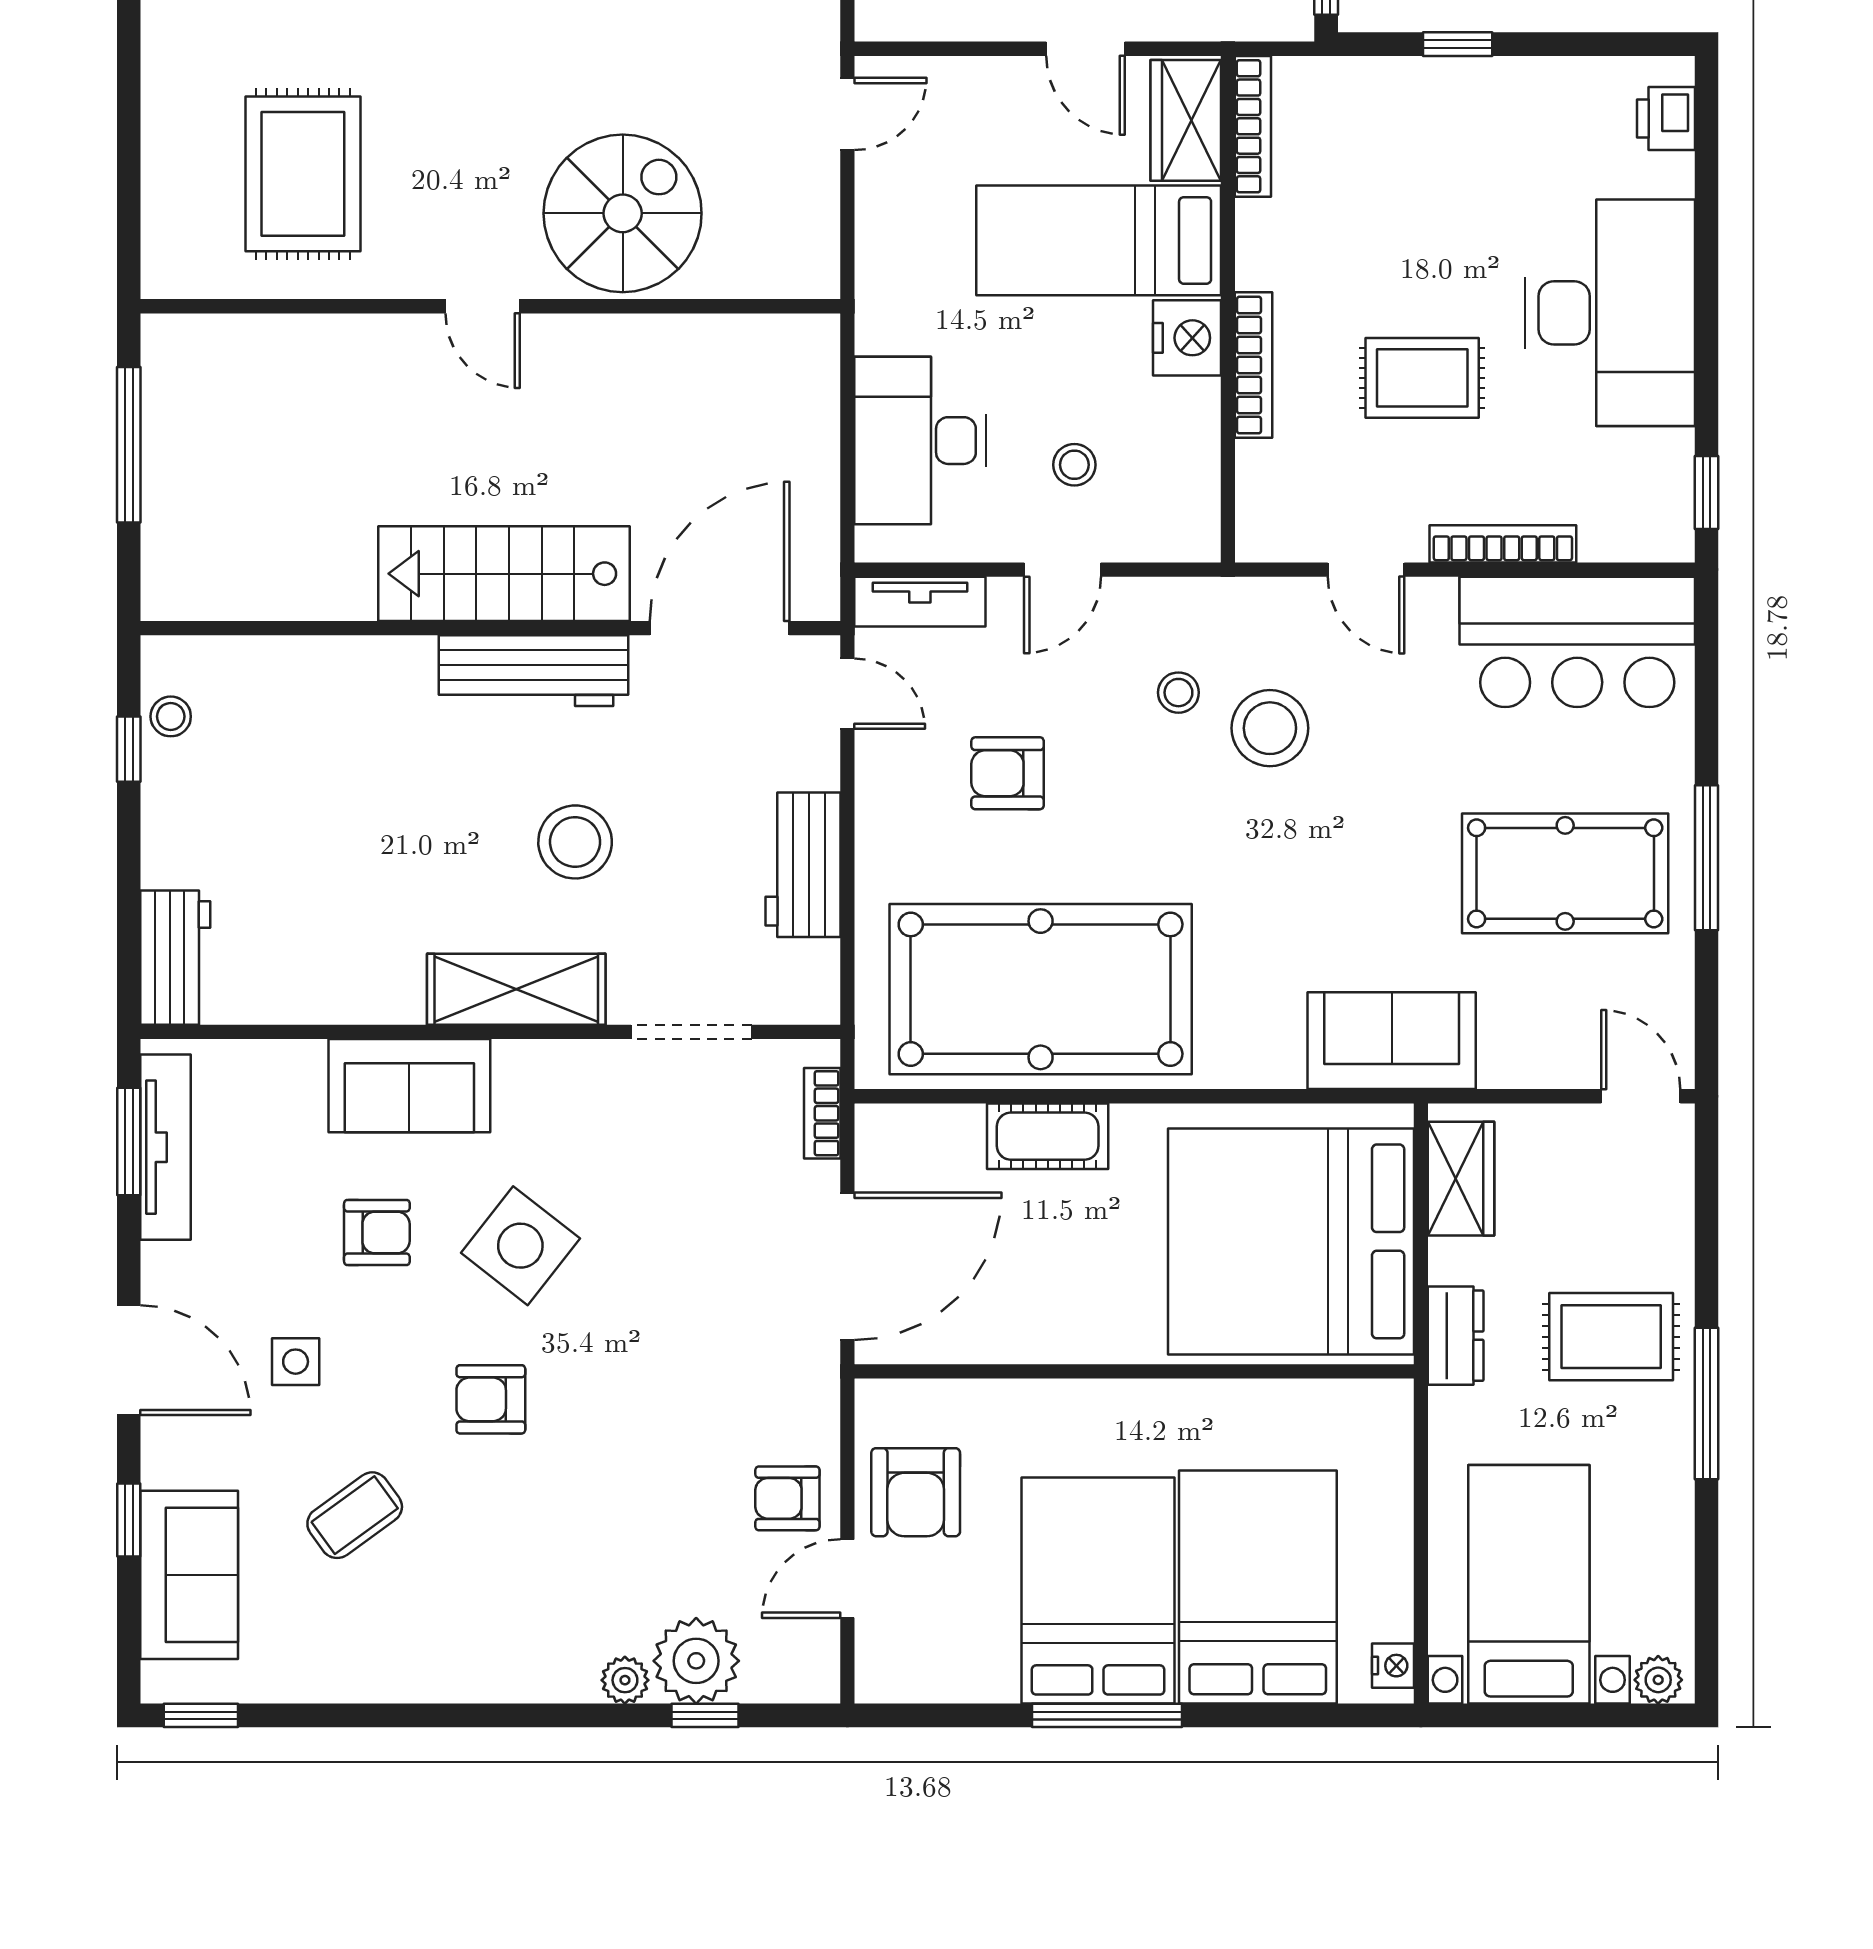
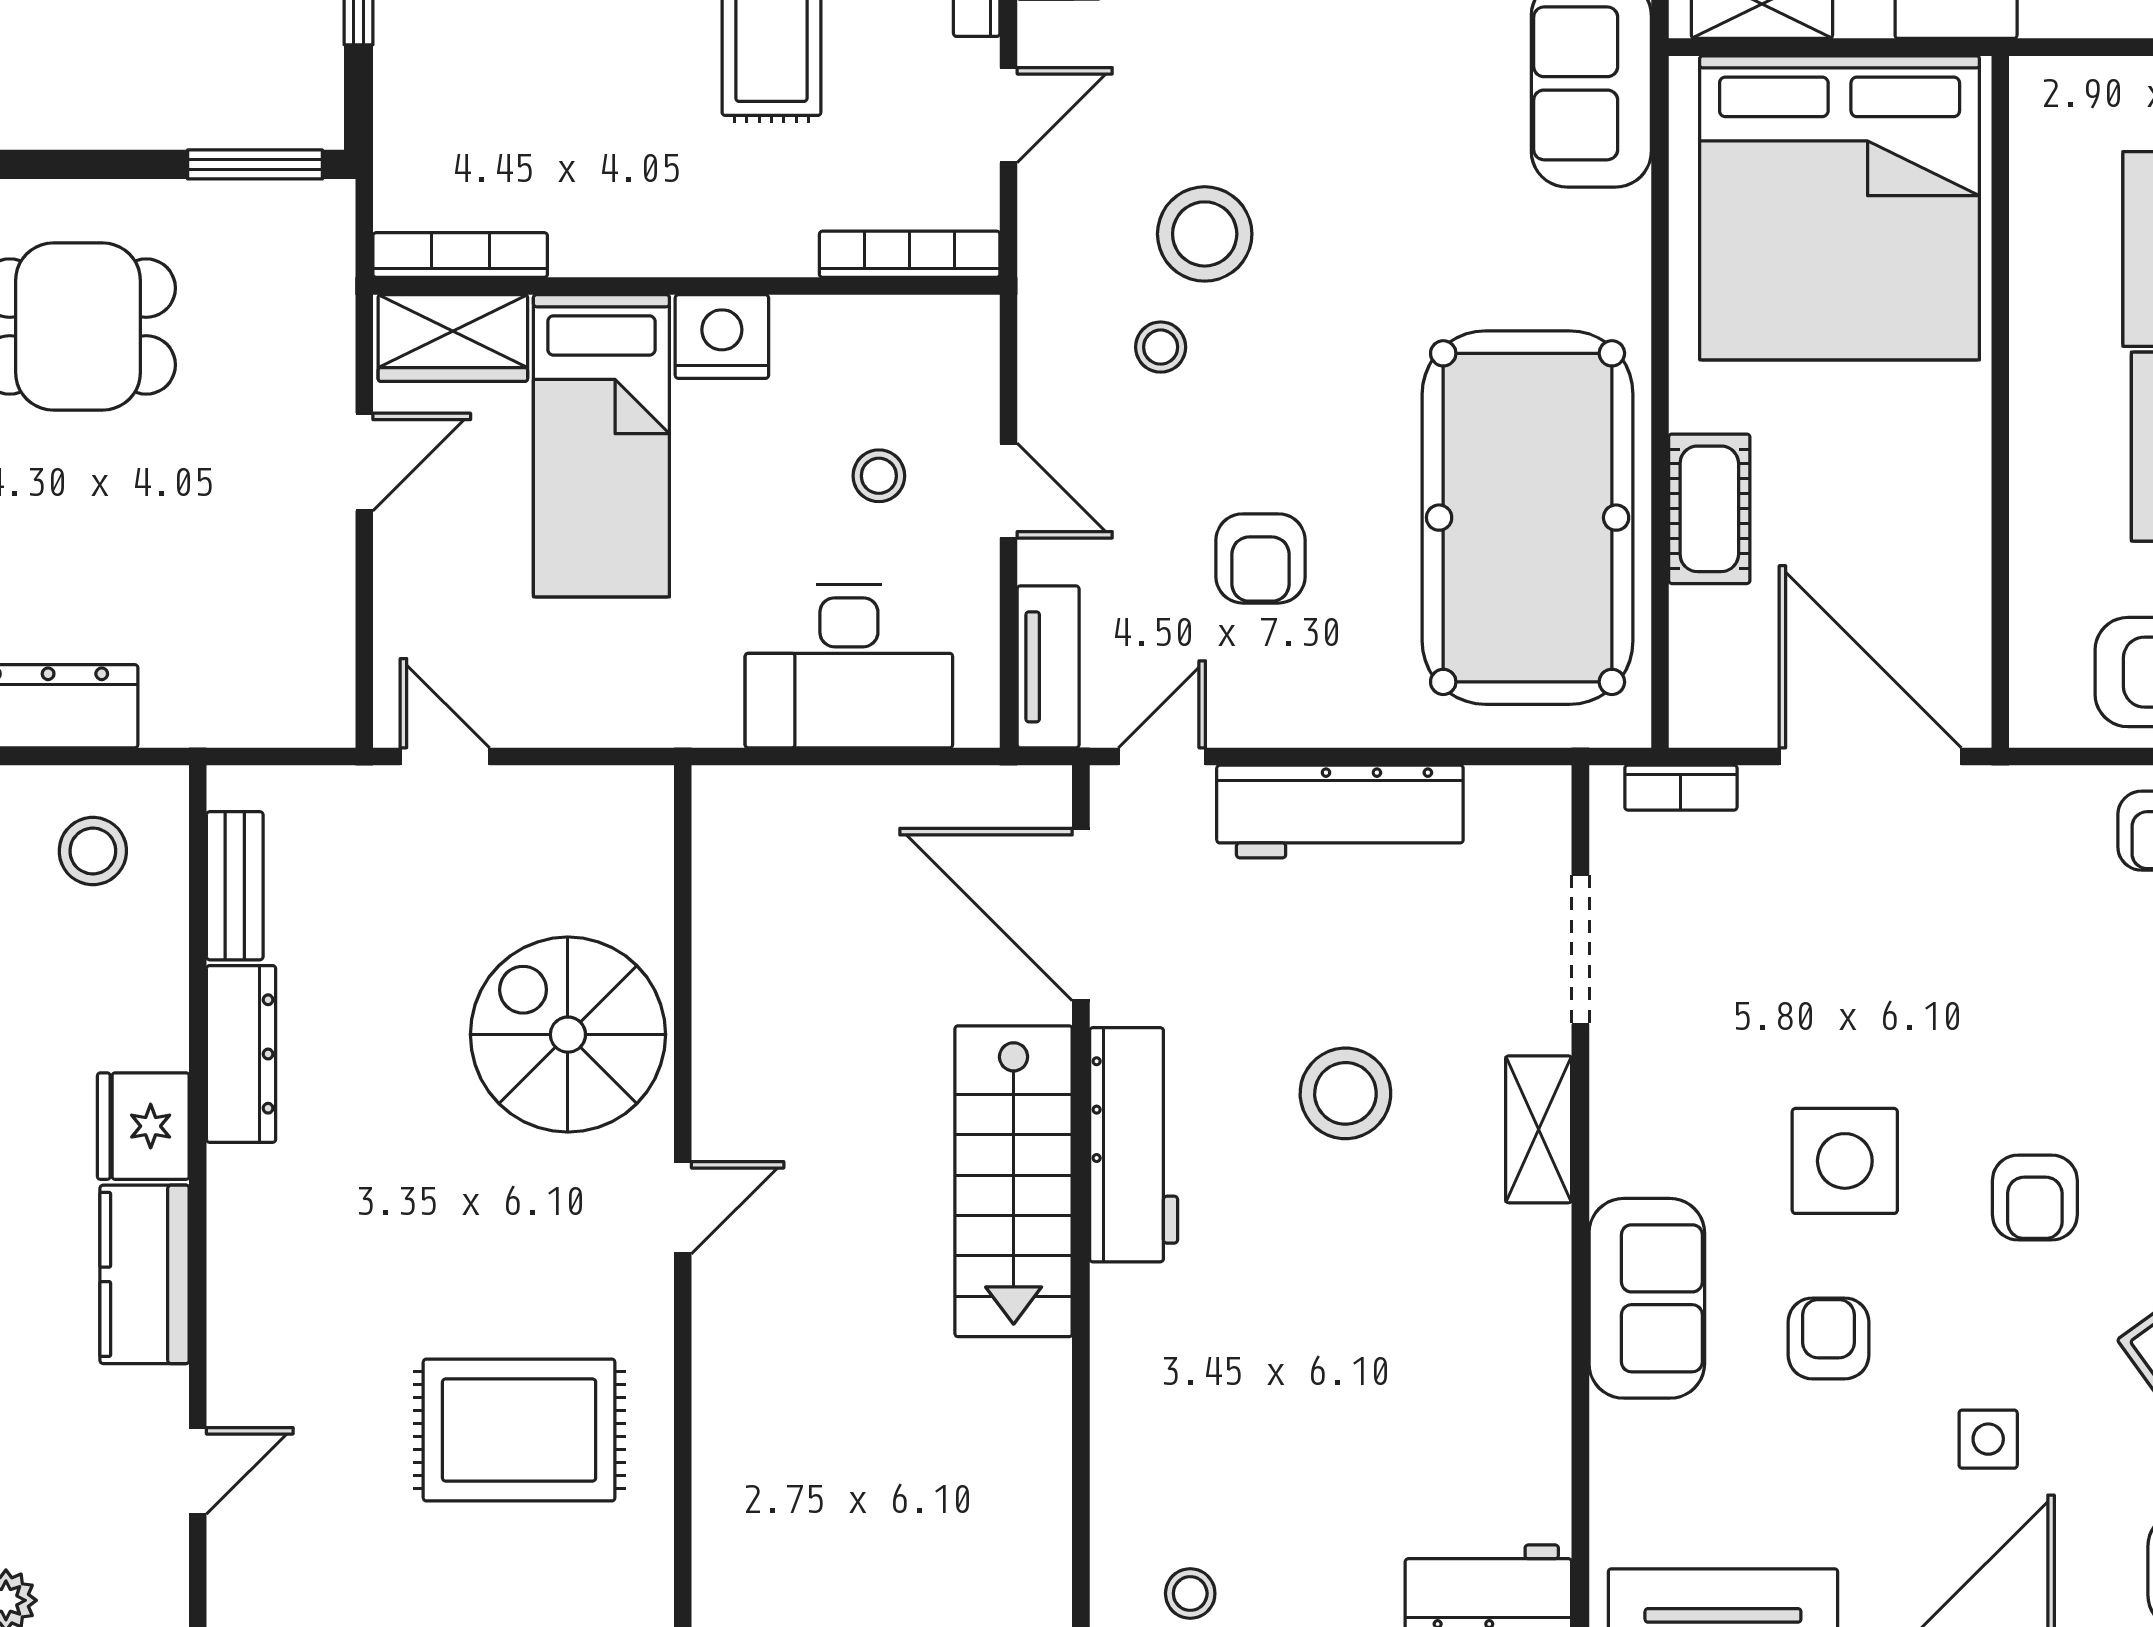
bookcase: (1253, 365) -> (910, 254), moved
workbench: (803, 865) -> (1340, 811), width x1.37
shelving: (516, 989) -> (1539, 1129), width x0.67, depth x0.75
side table: (520, 1246) -> (1845, 1161), turned -38

